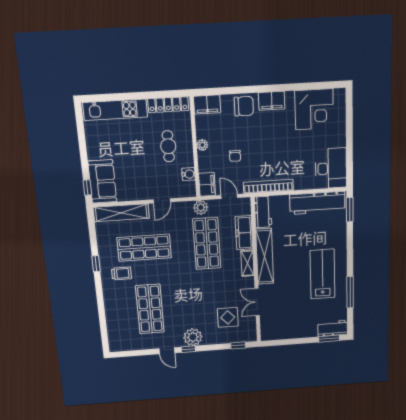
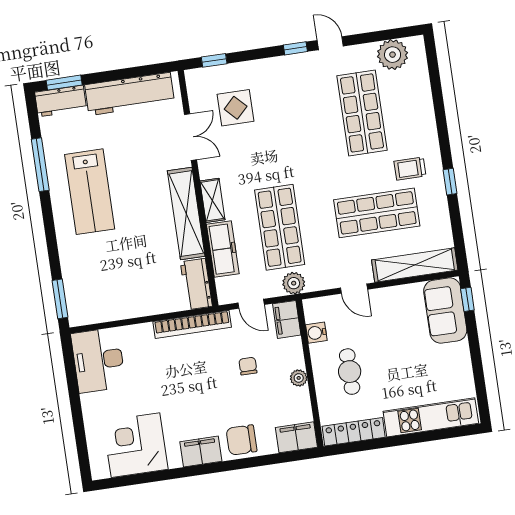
door: (162, 201) -> (354, 289), swing flipped
workbench: (317, 203) -> (130, 94), moved, turned 180
plant: (193, 337) -> (393, 55), moved

